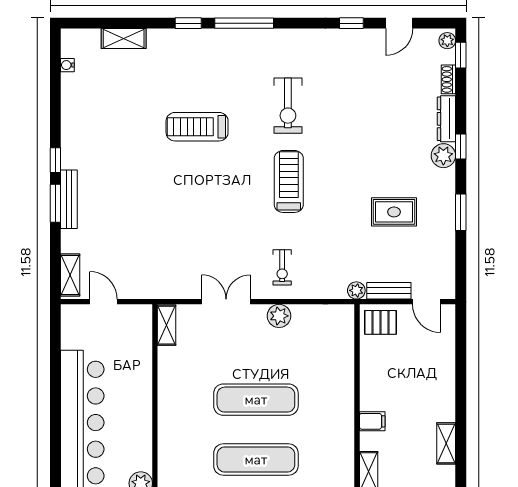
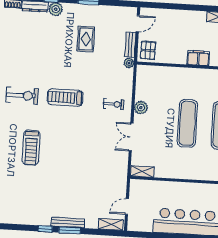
filing cabinet: (372, 421) -> (198, 58), width x2.00

